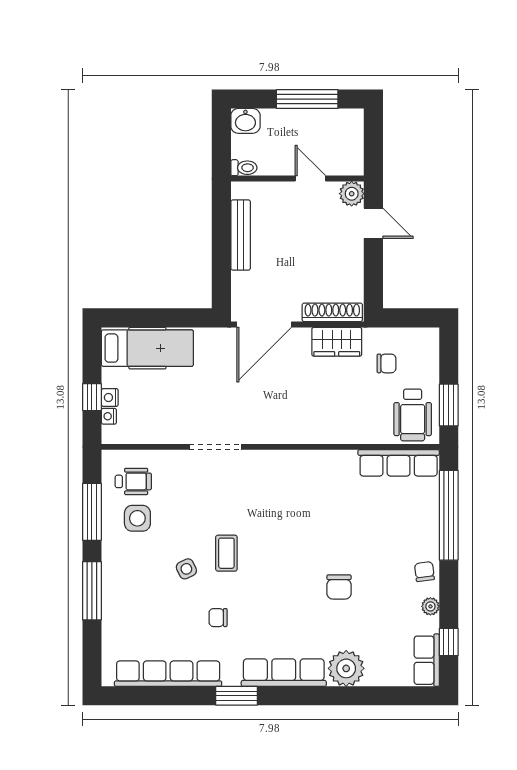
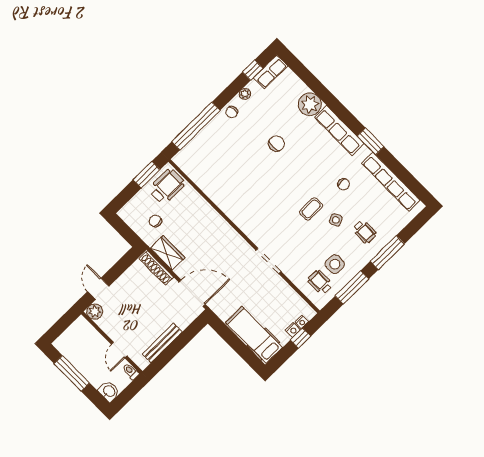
door: (310, 179) -> (119, 350), moved
row of seats: (399, 463) -> (195, 172), removed
wheelchair: (141, 588) -> (364, 232), added

